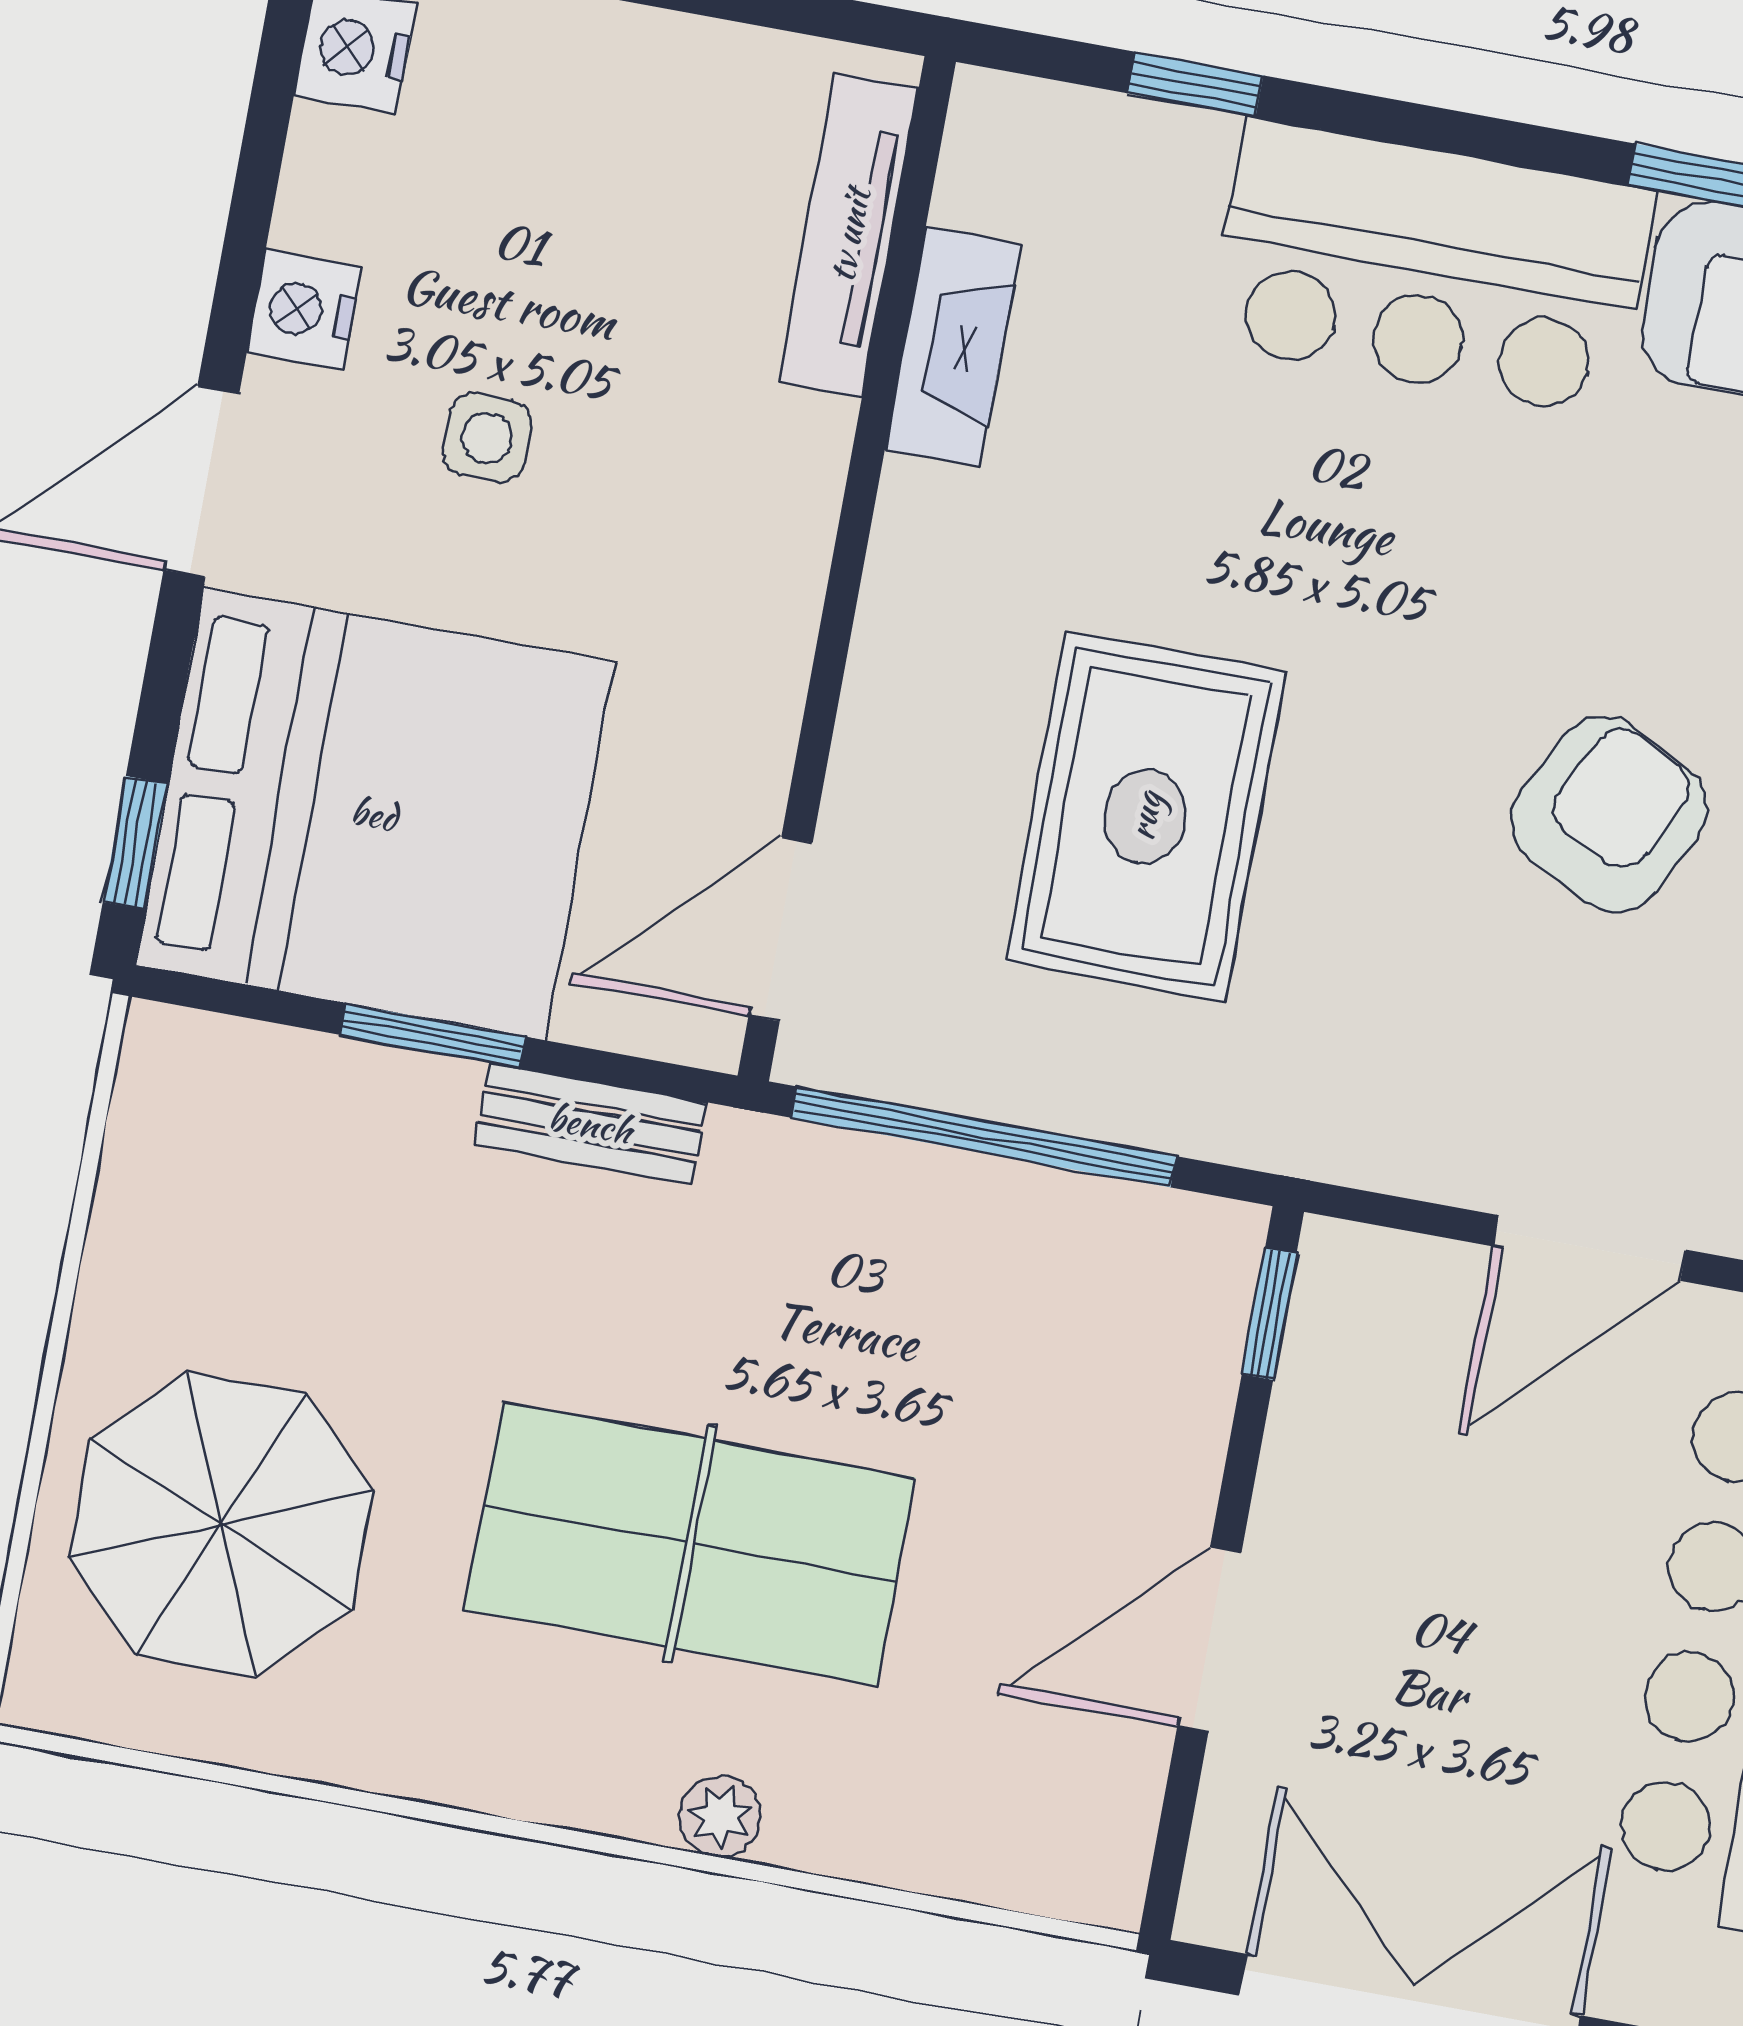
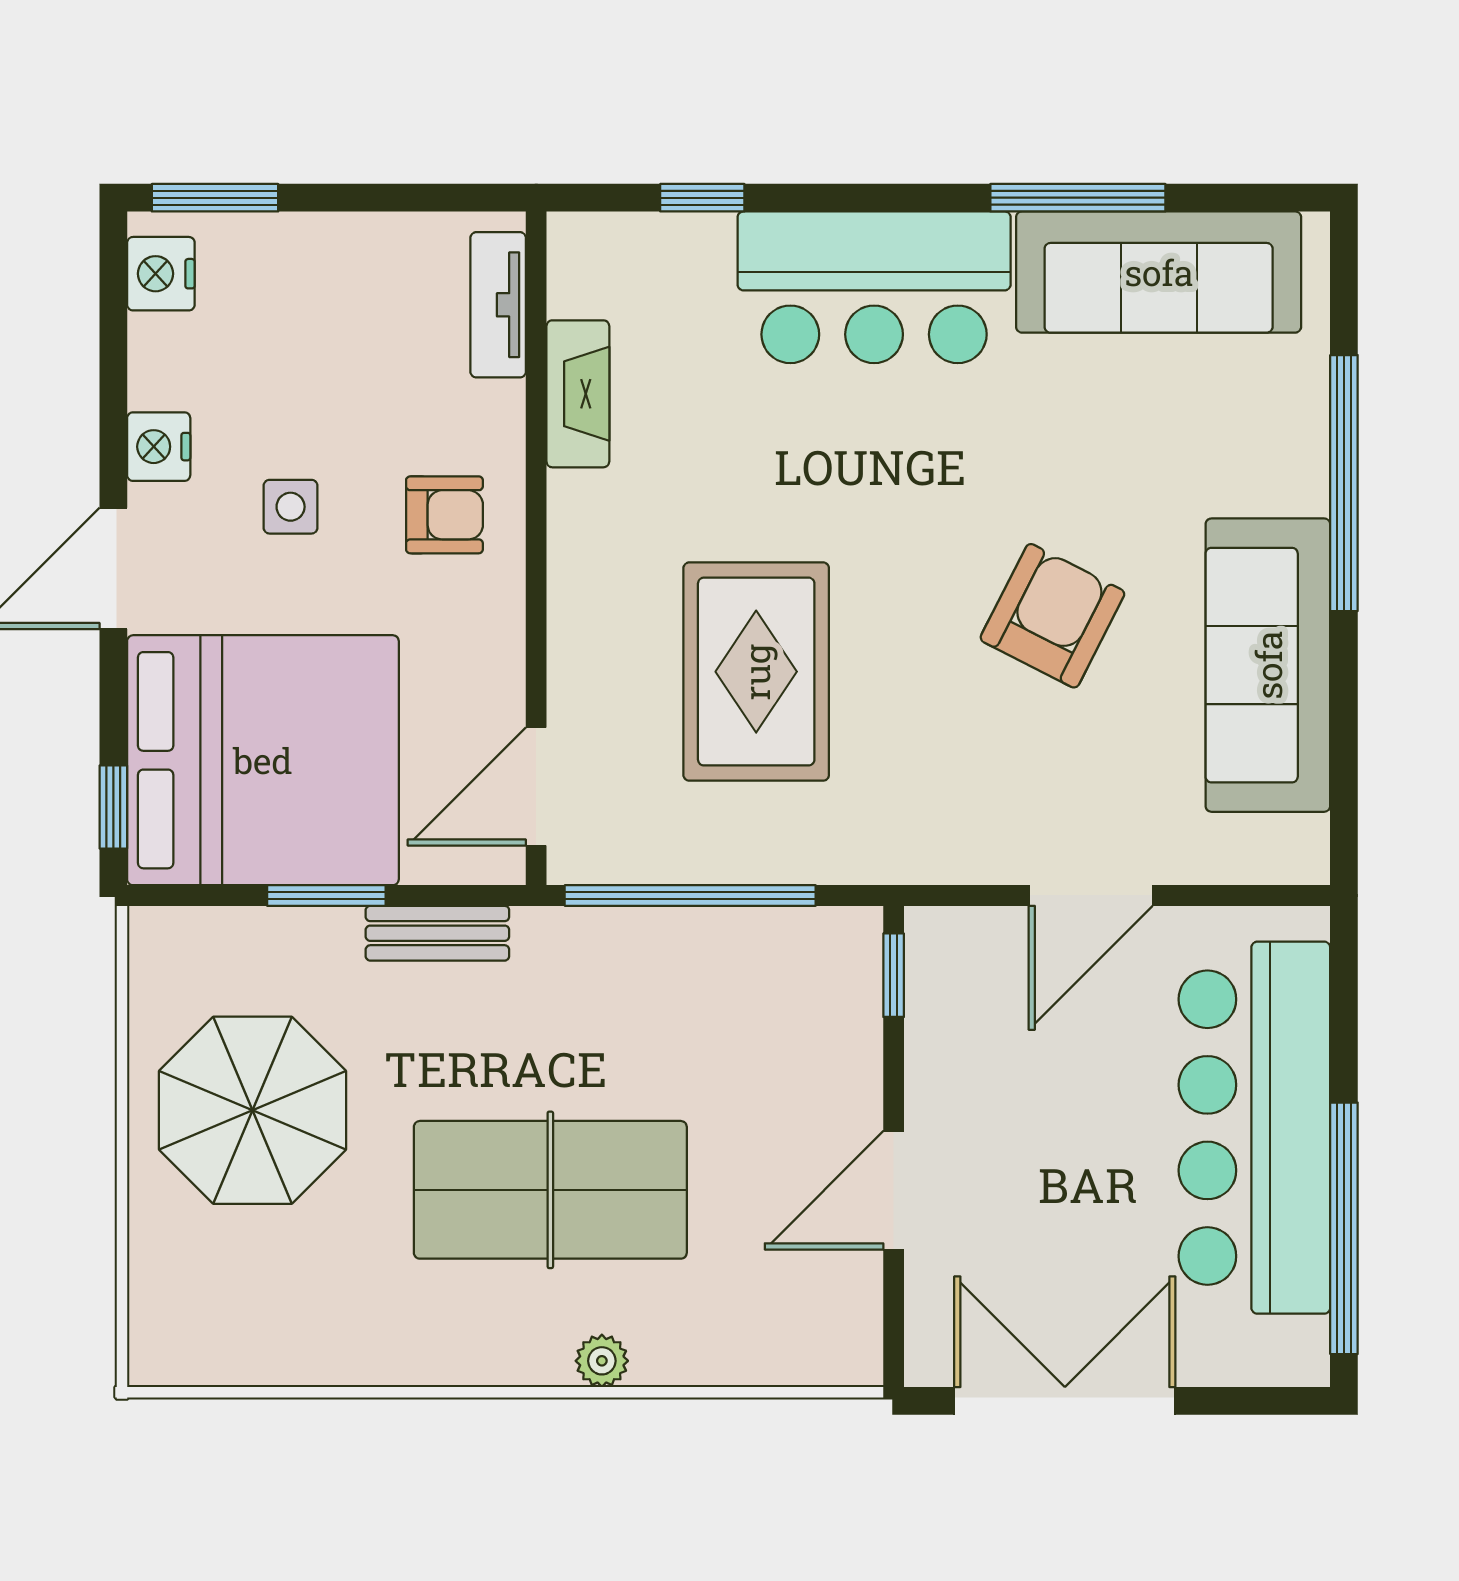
tv unit: (849, 235) -> (498, 305), width x0.71
armchair: (717, 493) -> (444, 515), added
parasol: (221, 1524) -> (253, 1110), moved

